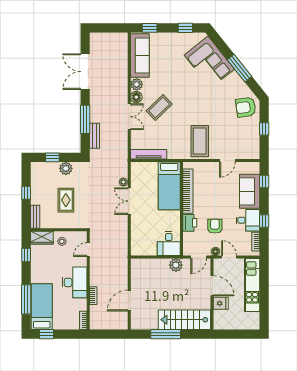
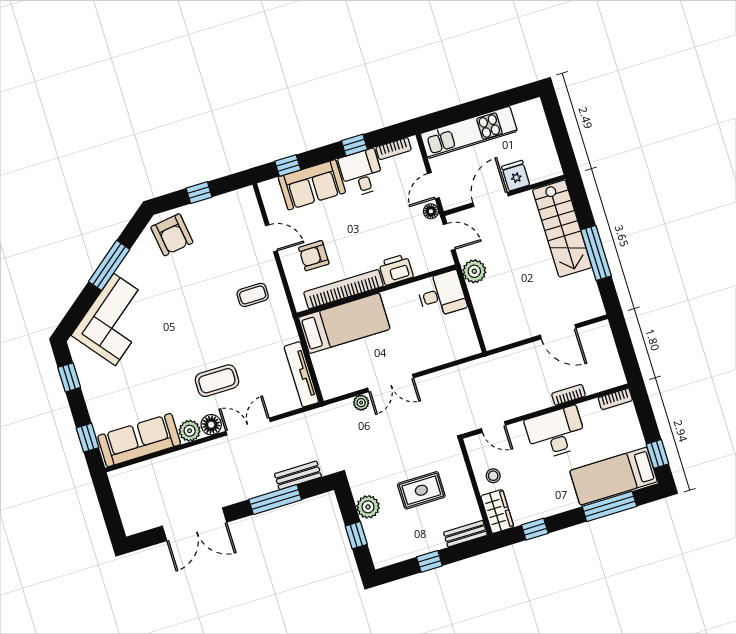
coffee table: (159, 107) -> (217, 381), turned -46
coffee table: (200, 141) -> (253, 295), width x0.54, depth x0.58
armchair: (215, 226) -> (314, 256), moved

